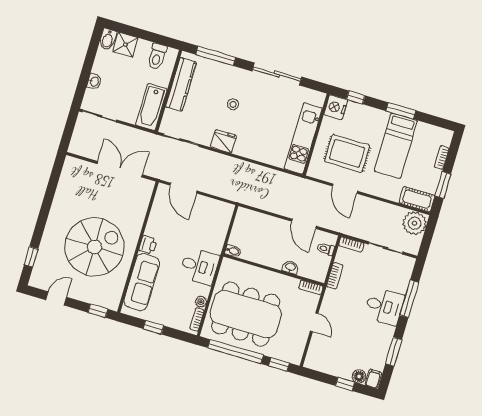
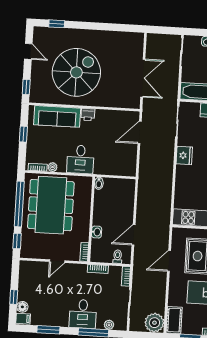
spiral stairs: (94, 247) -> (76, 72), turned -90
plant: (404, 278) -> (109, 325), added

